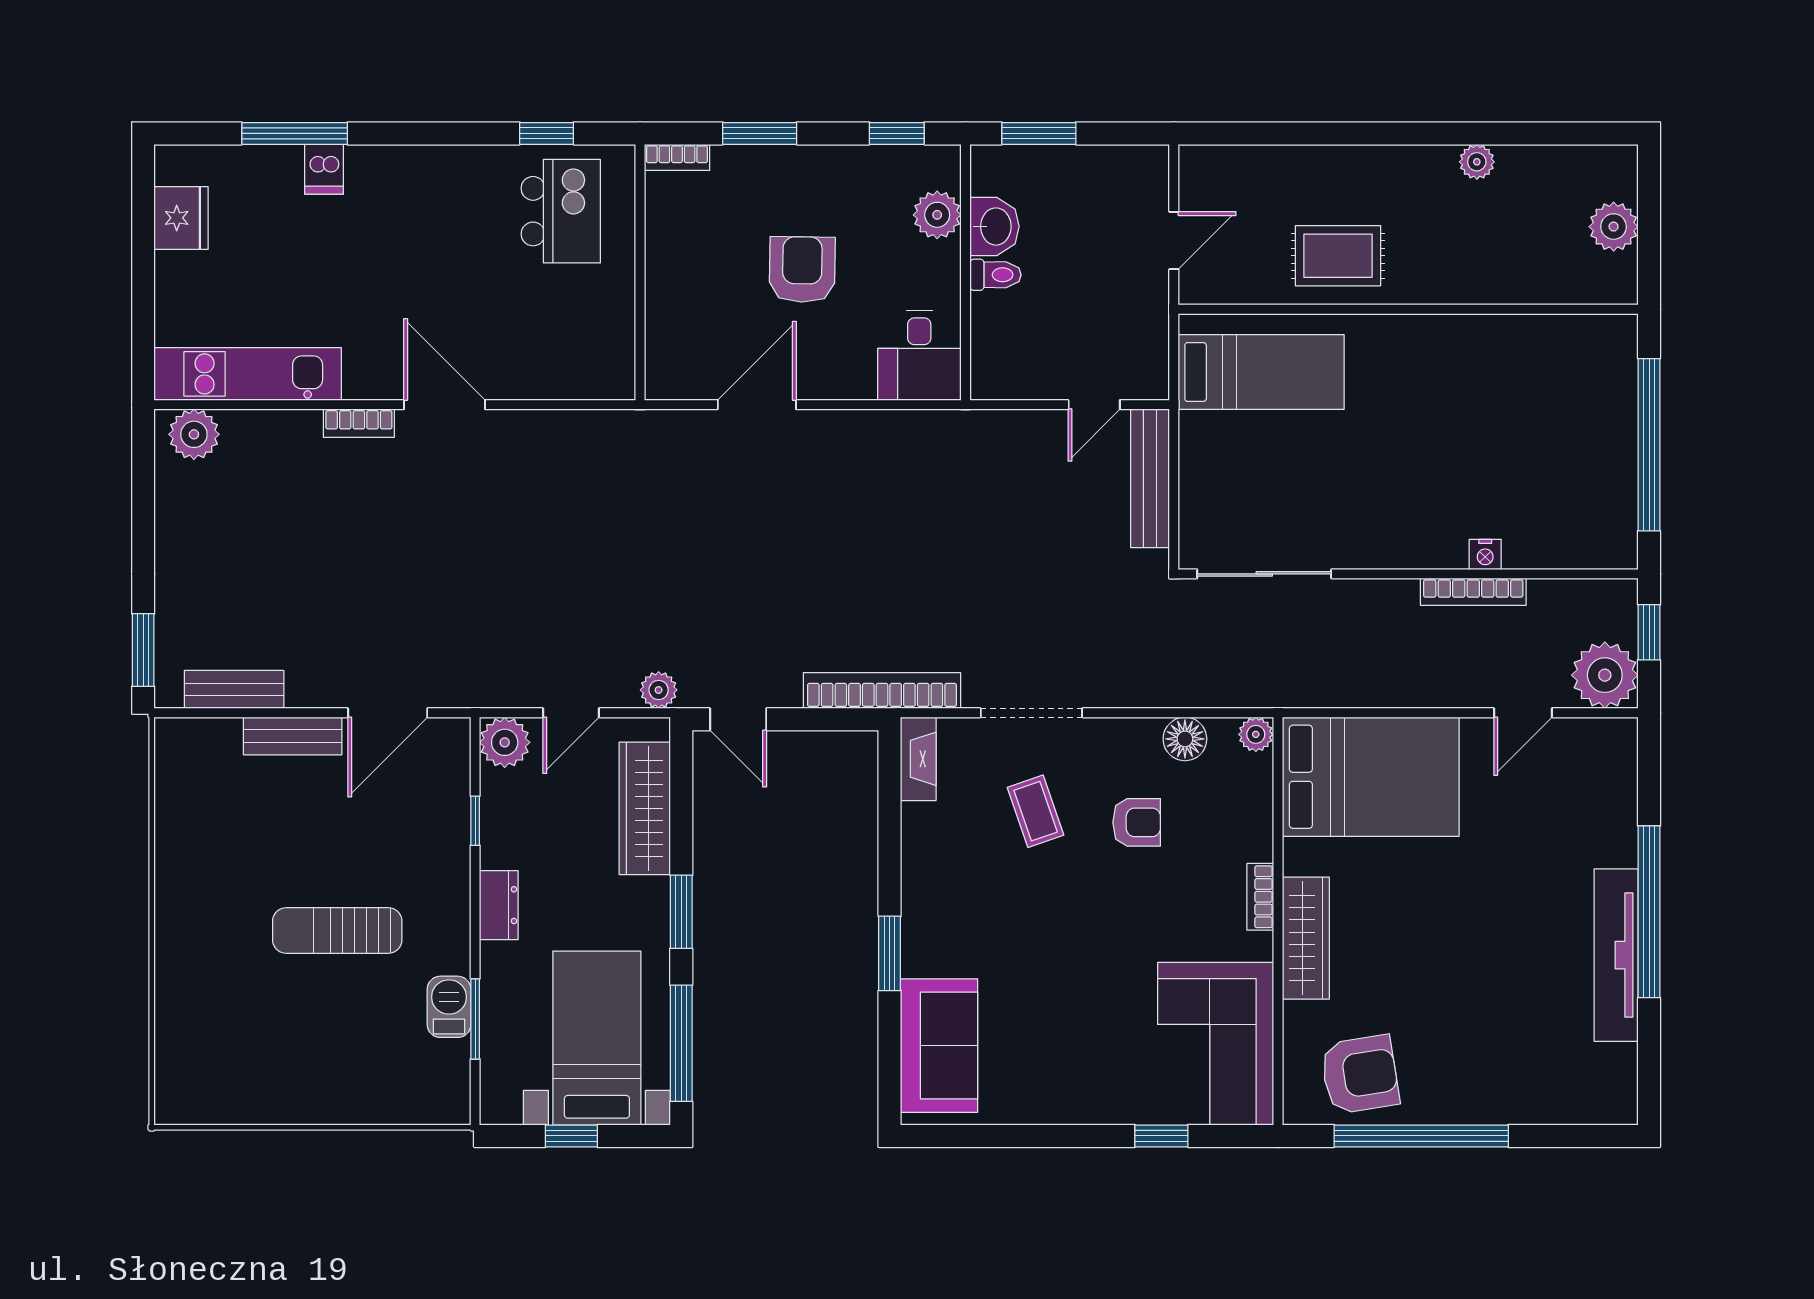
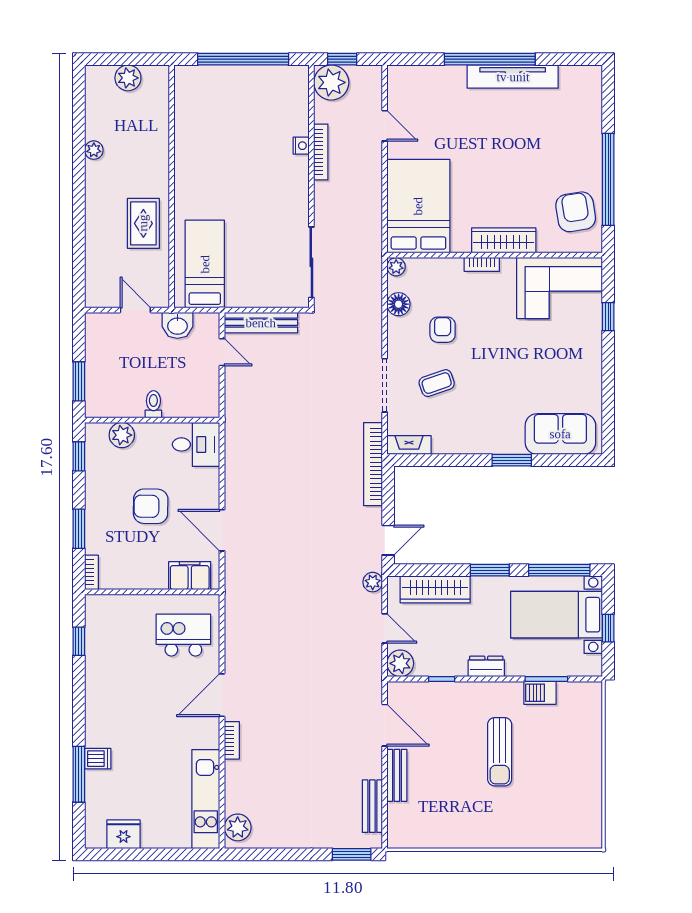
kitchen island: (561, 211) -> (183, 635), moved
washbasin: (994, 226) -> (177, 325), moved, turned 180
filing cabinet: (671, 343) -> (190, 576), added
plant: (1605, 675) -> (331, 82), moved

